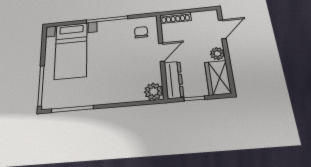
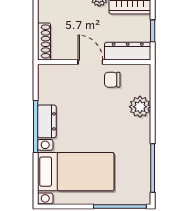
dresser: (111, 26) -> (47, 121), added
chair: (141, 32) -> (112, 80), moved
plant: (154, 91) -> (140, 107), moved

